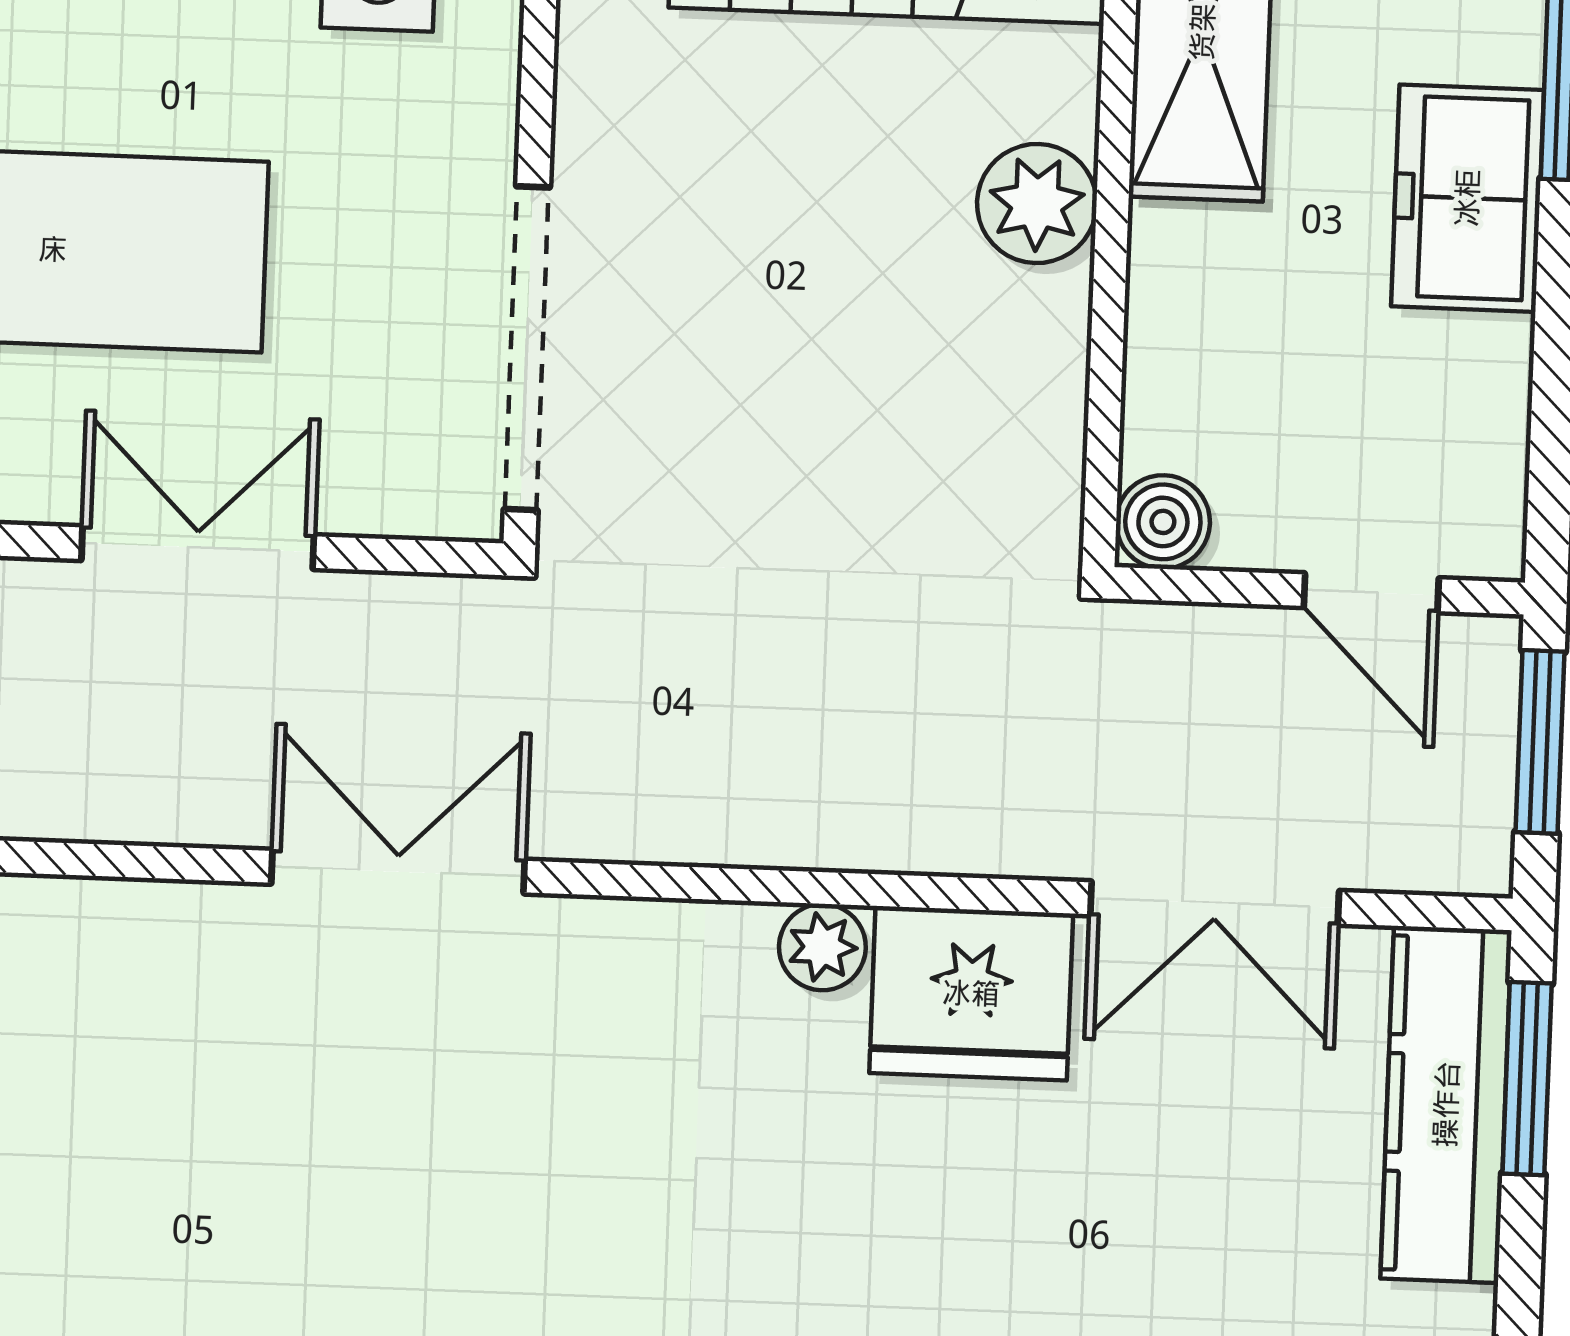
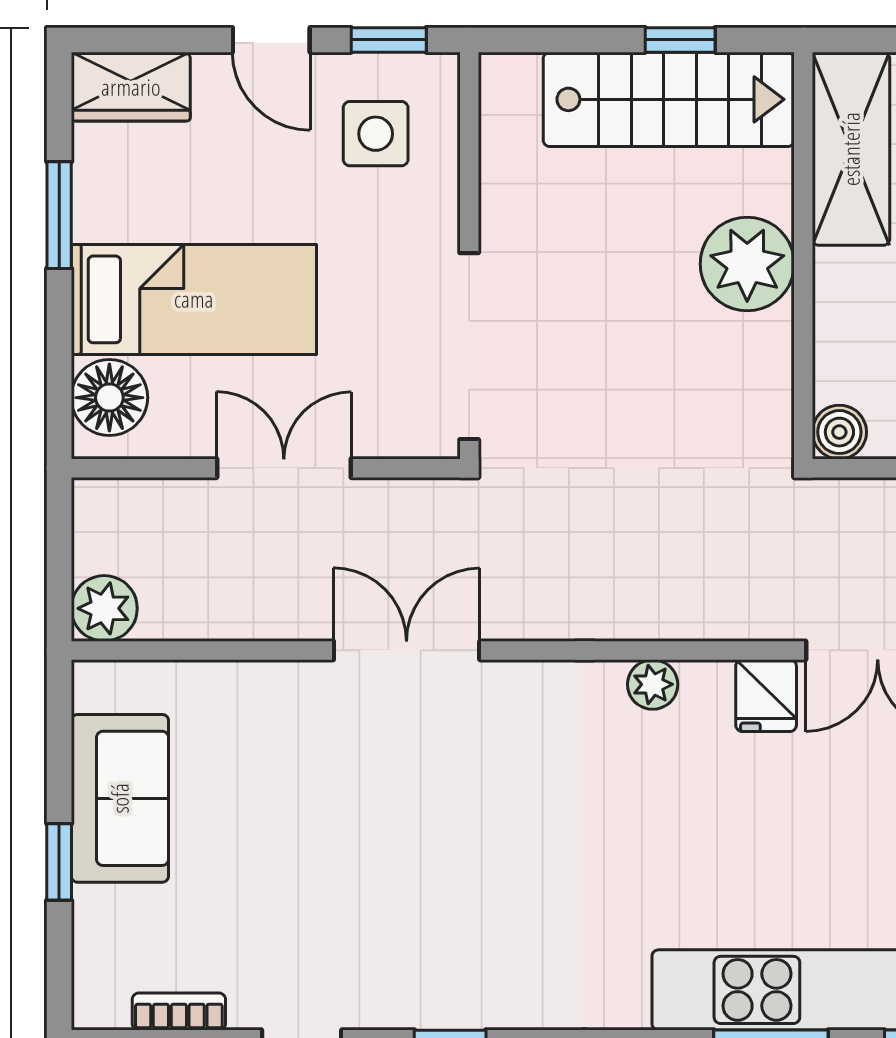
plant: (1037, 204) -> (747, 264), width x1.36, depth x1.36
fridge: (971, 993) -> (766, 696), width x0.53, depth x0.75

